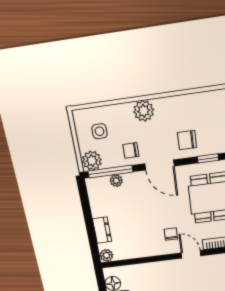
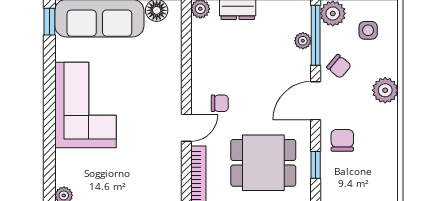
chair: (131, 150) -> (339, 66), turned 130

